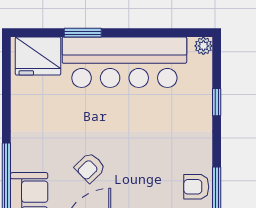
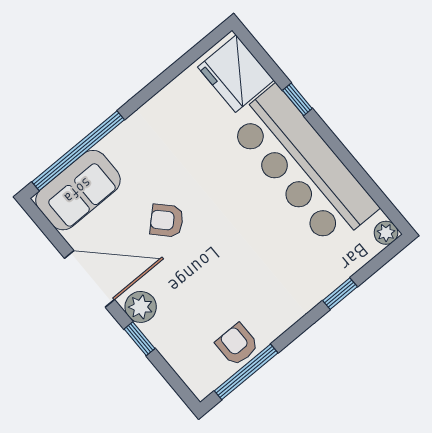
window: (83, 33) -> (297, 99), width x0.67

